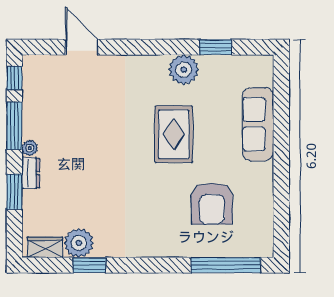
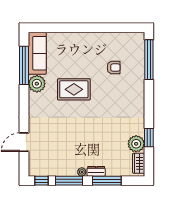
window: (216, 47) -> (24, 65), width x2.11
sofa: (258, 124) -> (37, 53), moved, turned -90
window: (14, 192) -> (107, 181), width x1.44
armchair: (212, 204) -> (114, 68), width x0.53, depth x0.53

